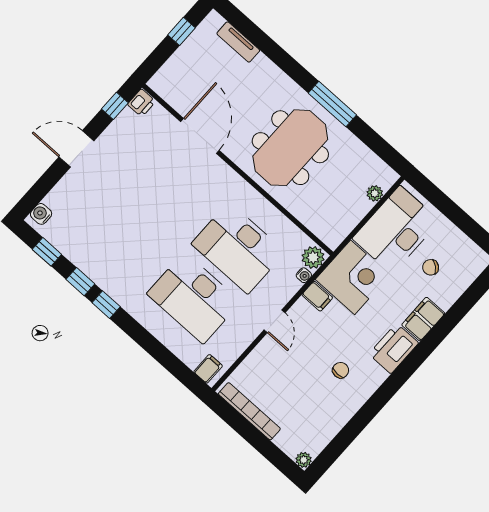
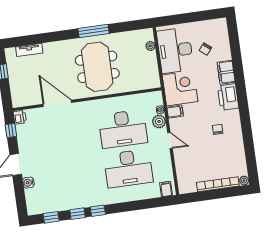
water cooler: (41, 214) -> (28, 183), moved
plant: (313, 257) -> (159, 121), moved
bookcase: (249, 411) -> (218, 184), moved

